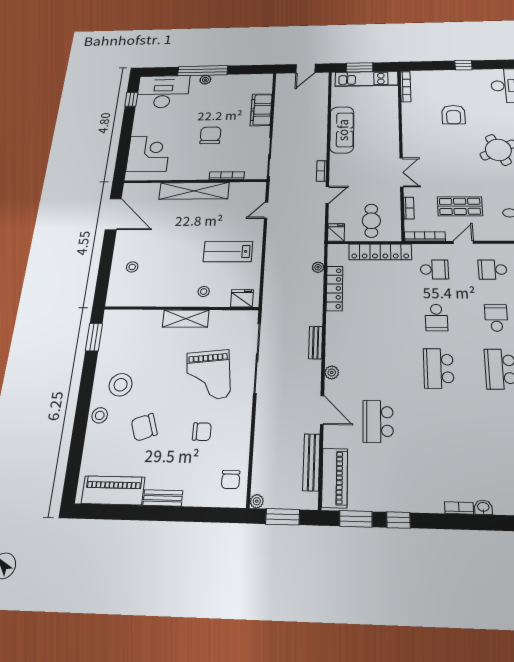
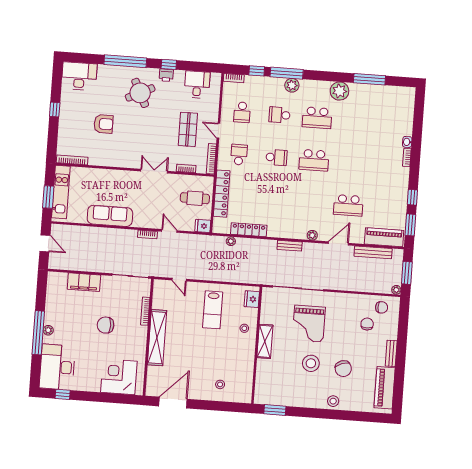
grand piano: (208, 375) -> (309, 324), turned 96
stool: (121, 385) -> (311, 363), moved
chair: (202, 432) -> (367, 324), moved

